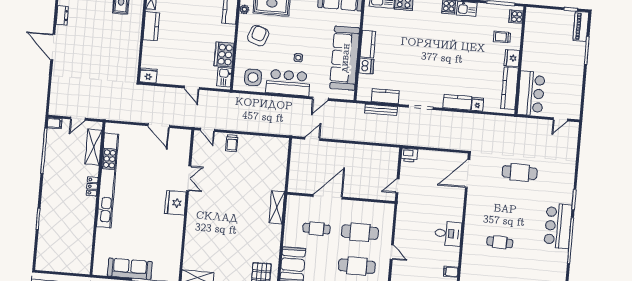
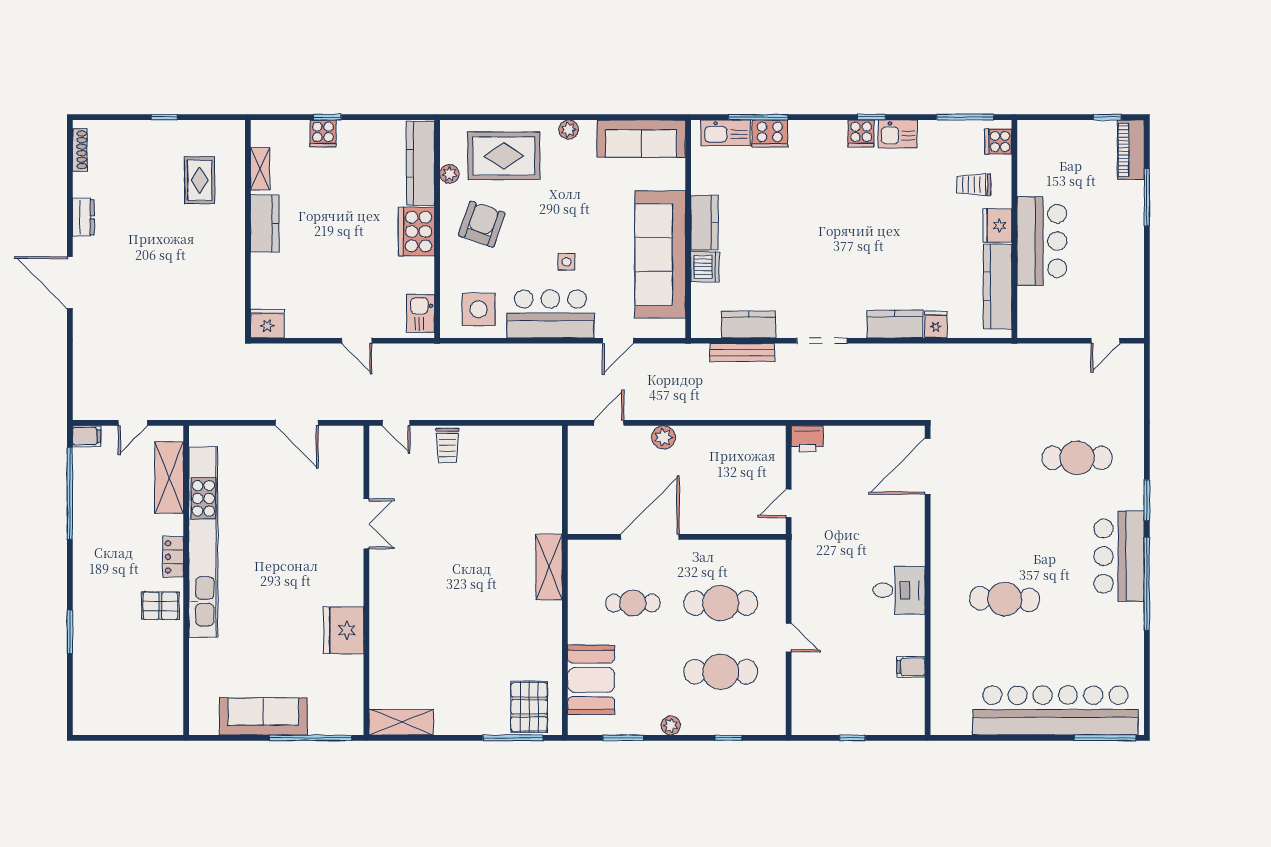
cooker: (224, 54) -> (416, 232), moved
bar counter: (531, 93) -> (1042, 241), moved
plant: (339, 148) -> (663, 437), added
cafe table: (520, 172) -> (1077, 458), moved
fridge: (175, 203) -> (344, 630), moved
pallet: (84, 210) -> (160, 606), added
cafe table: (500, 242) -> (1005, 599), width x1.37, depth x1.35

